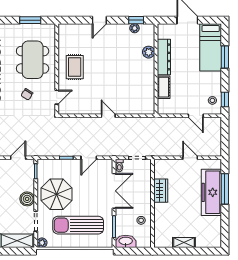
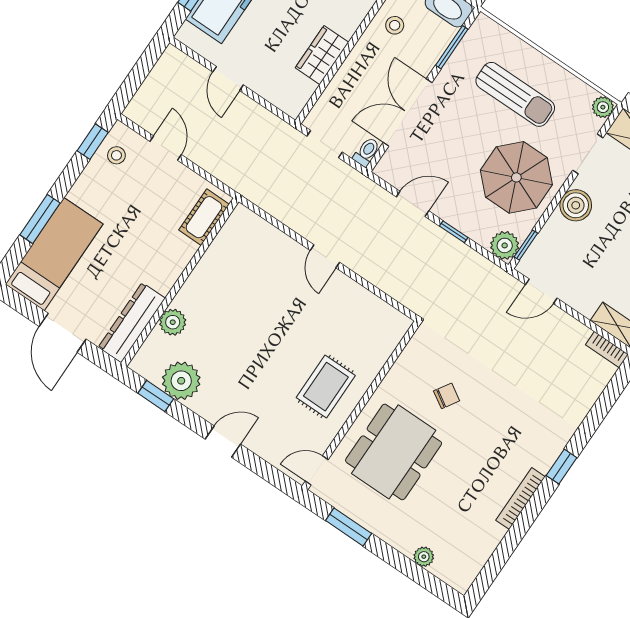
plant: (135, 28) -> (181, 381), width x1.88, depth x1.88
dresser: (164, 57) -> (132, 323), moved
cot: (164, 87) -> (204, 217), moved
door: (57, 97) -> (317, 470), moved
plant: (44, 166) -> (505, 245), added
sun lounger: (78, 225) -> (515, 94), width x0.73, depth x0.75

